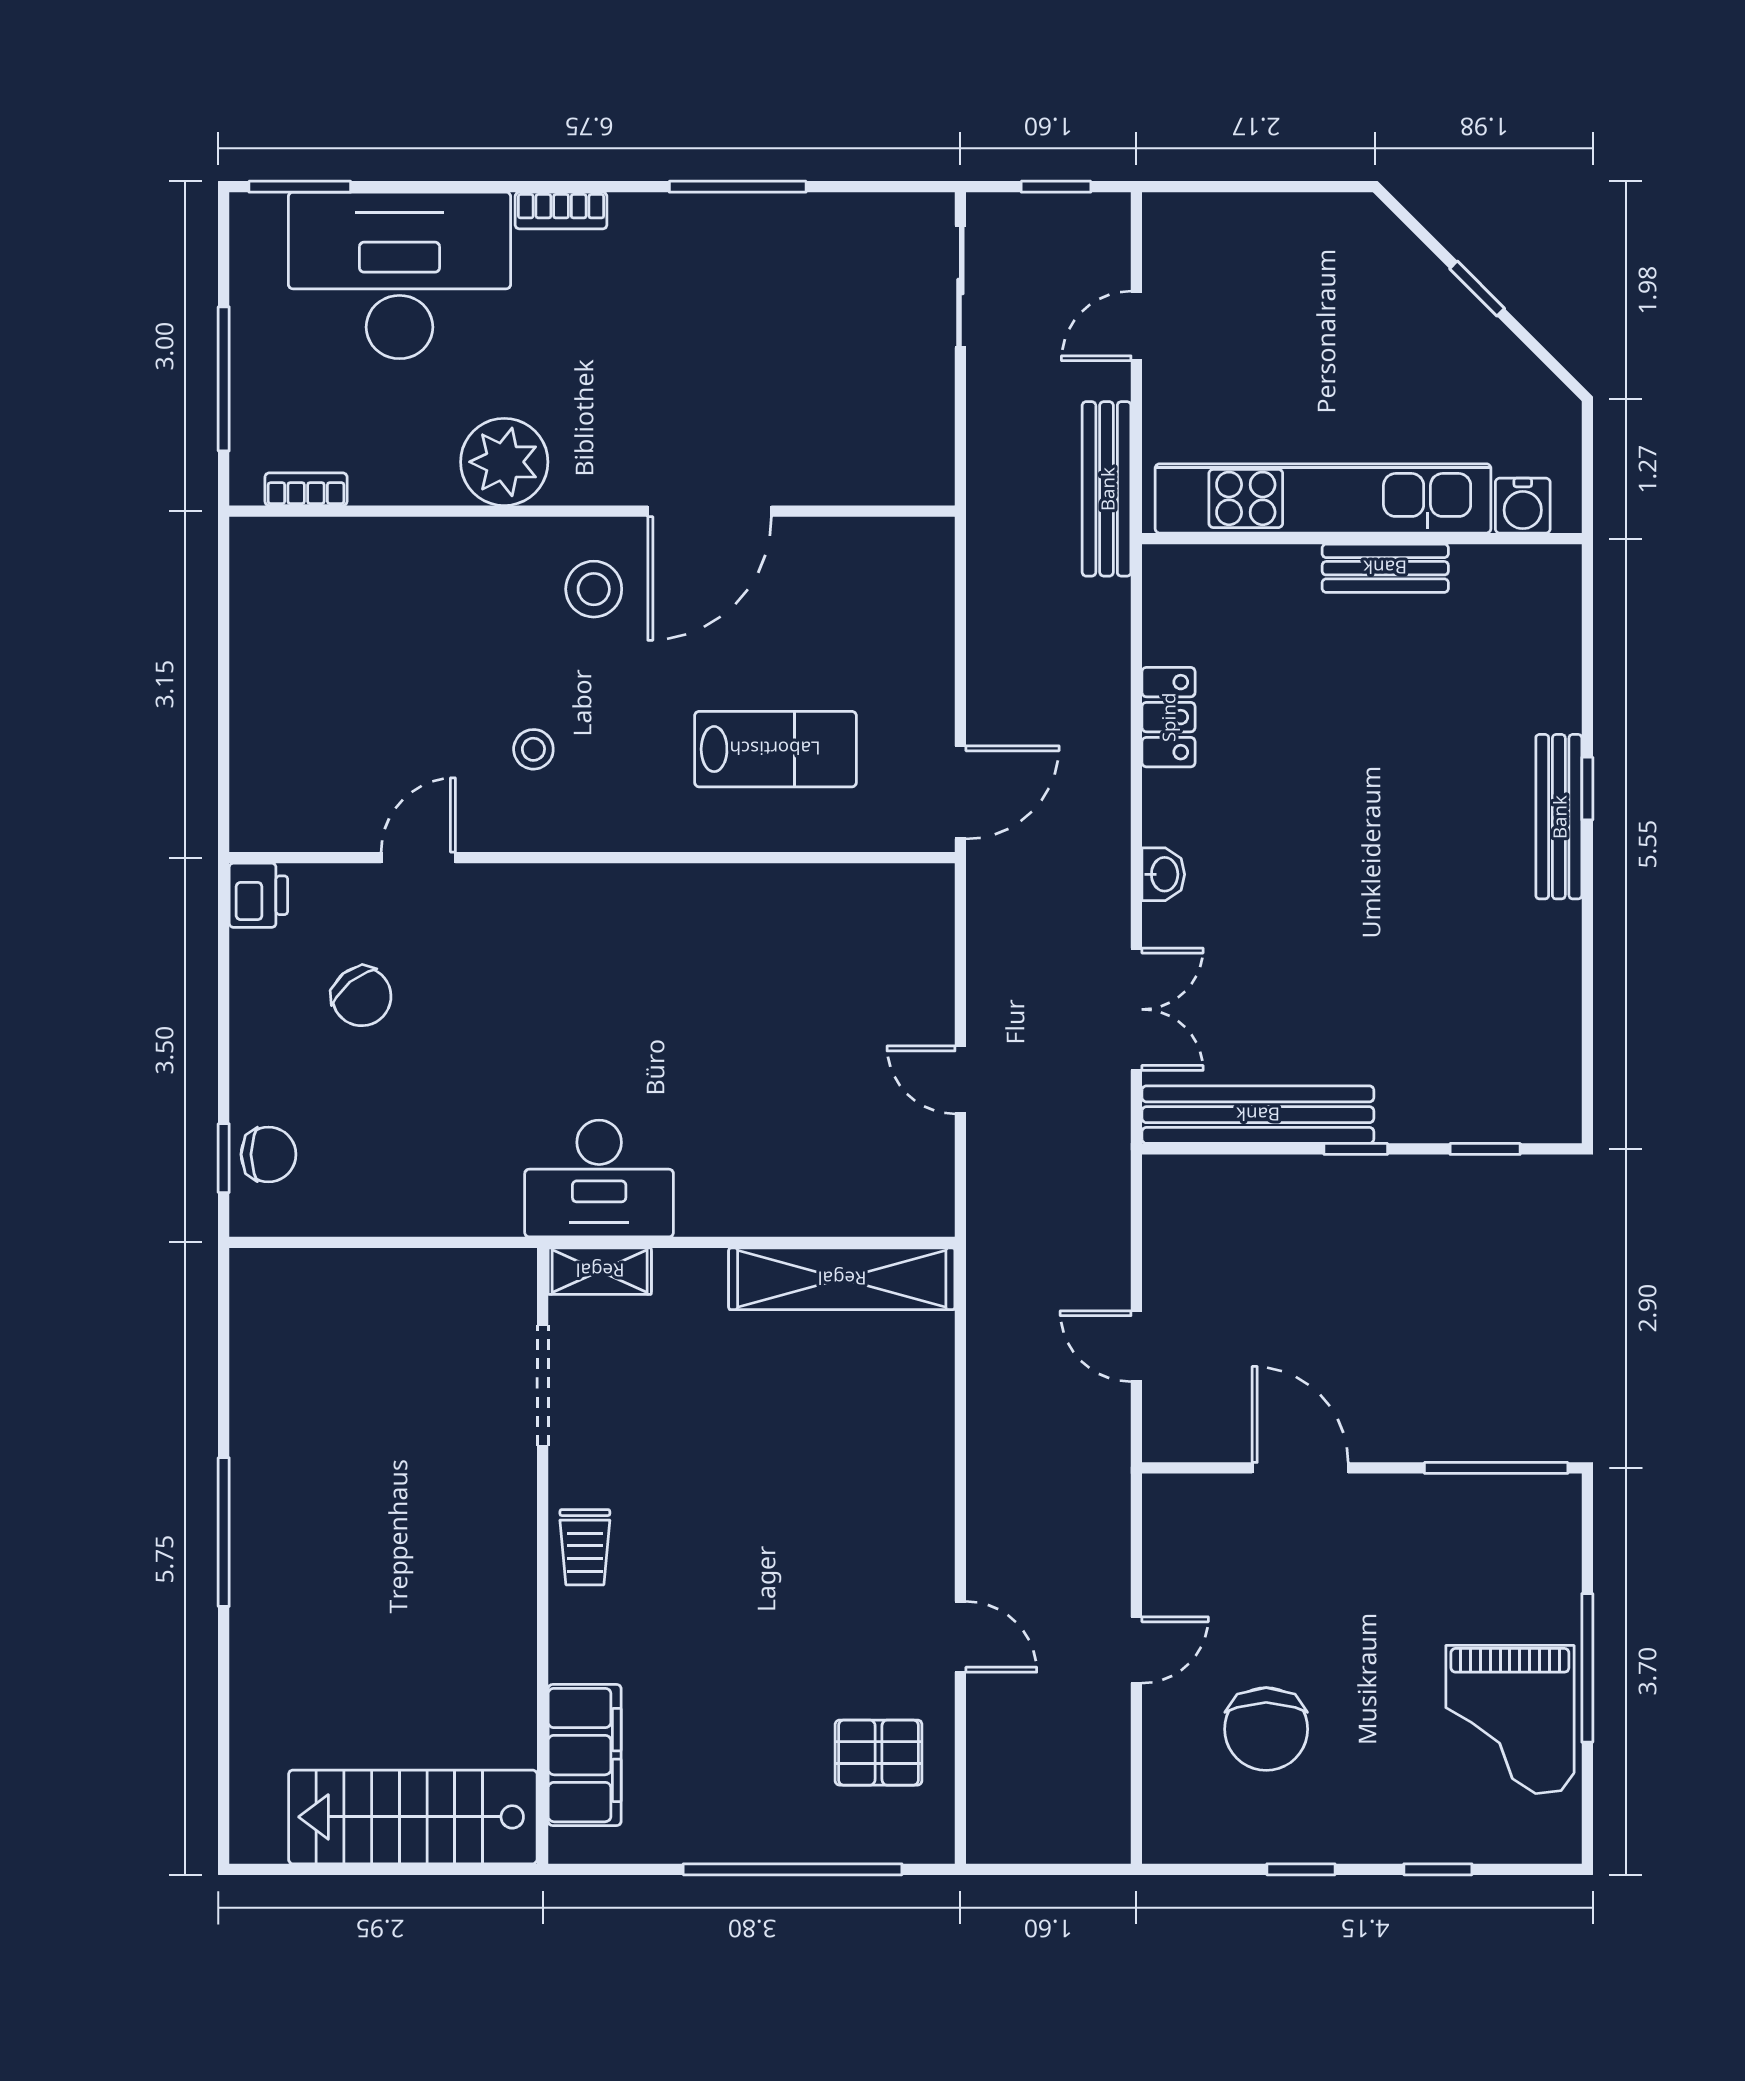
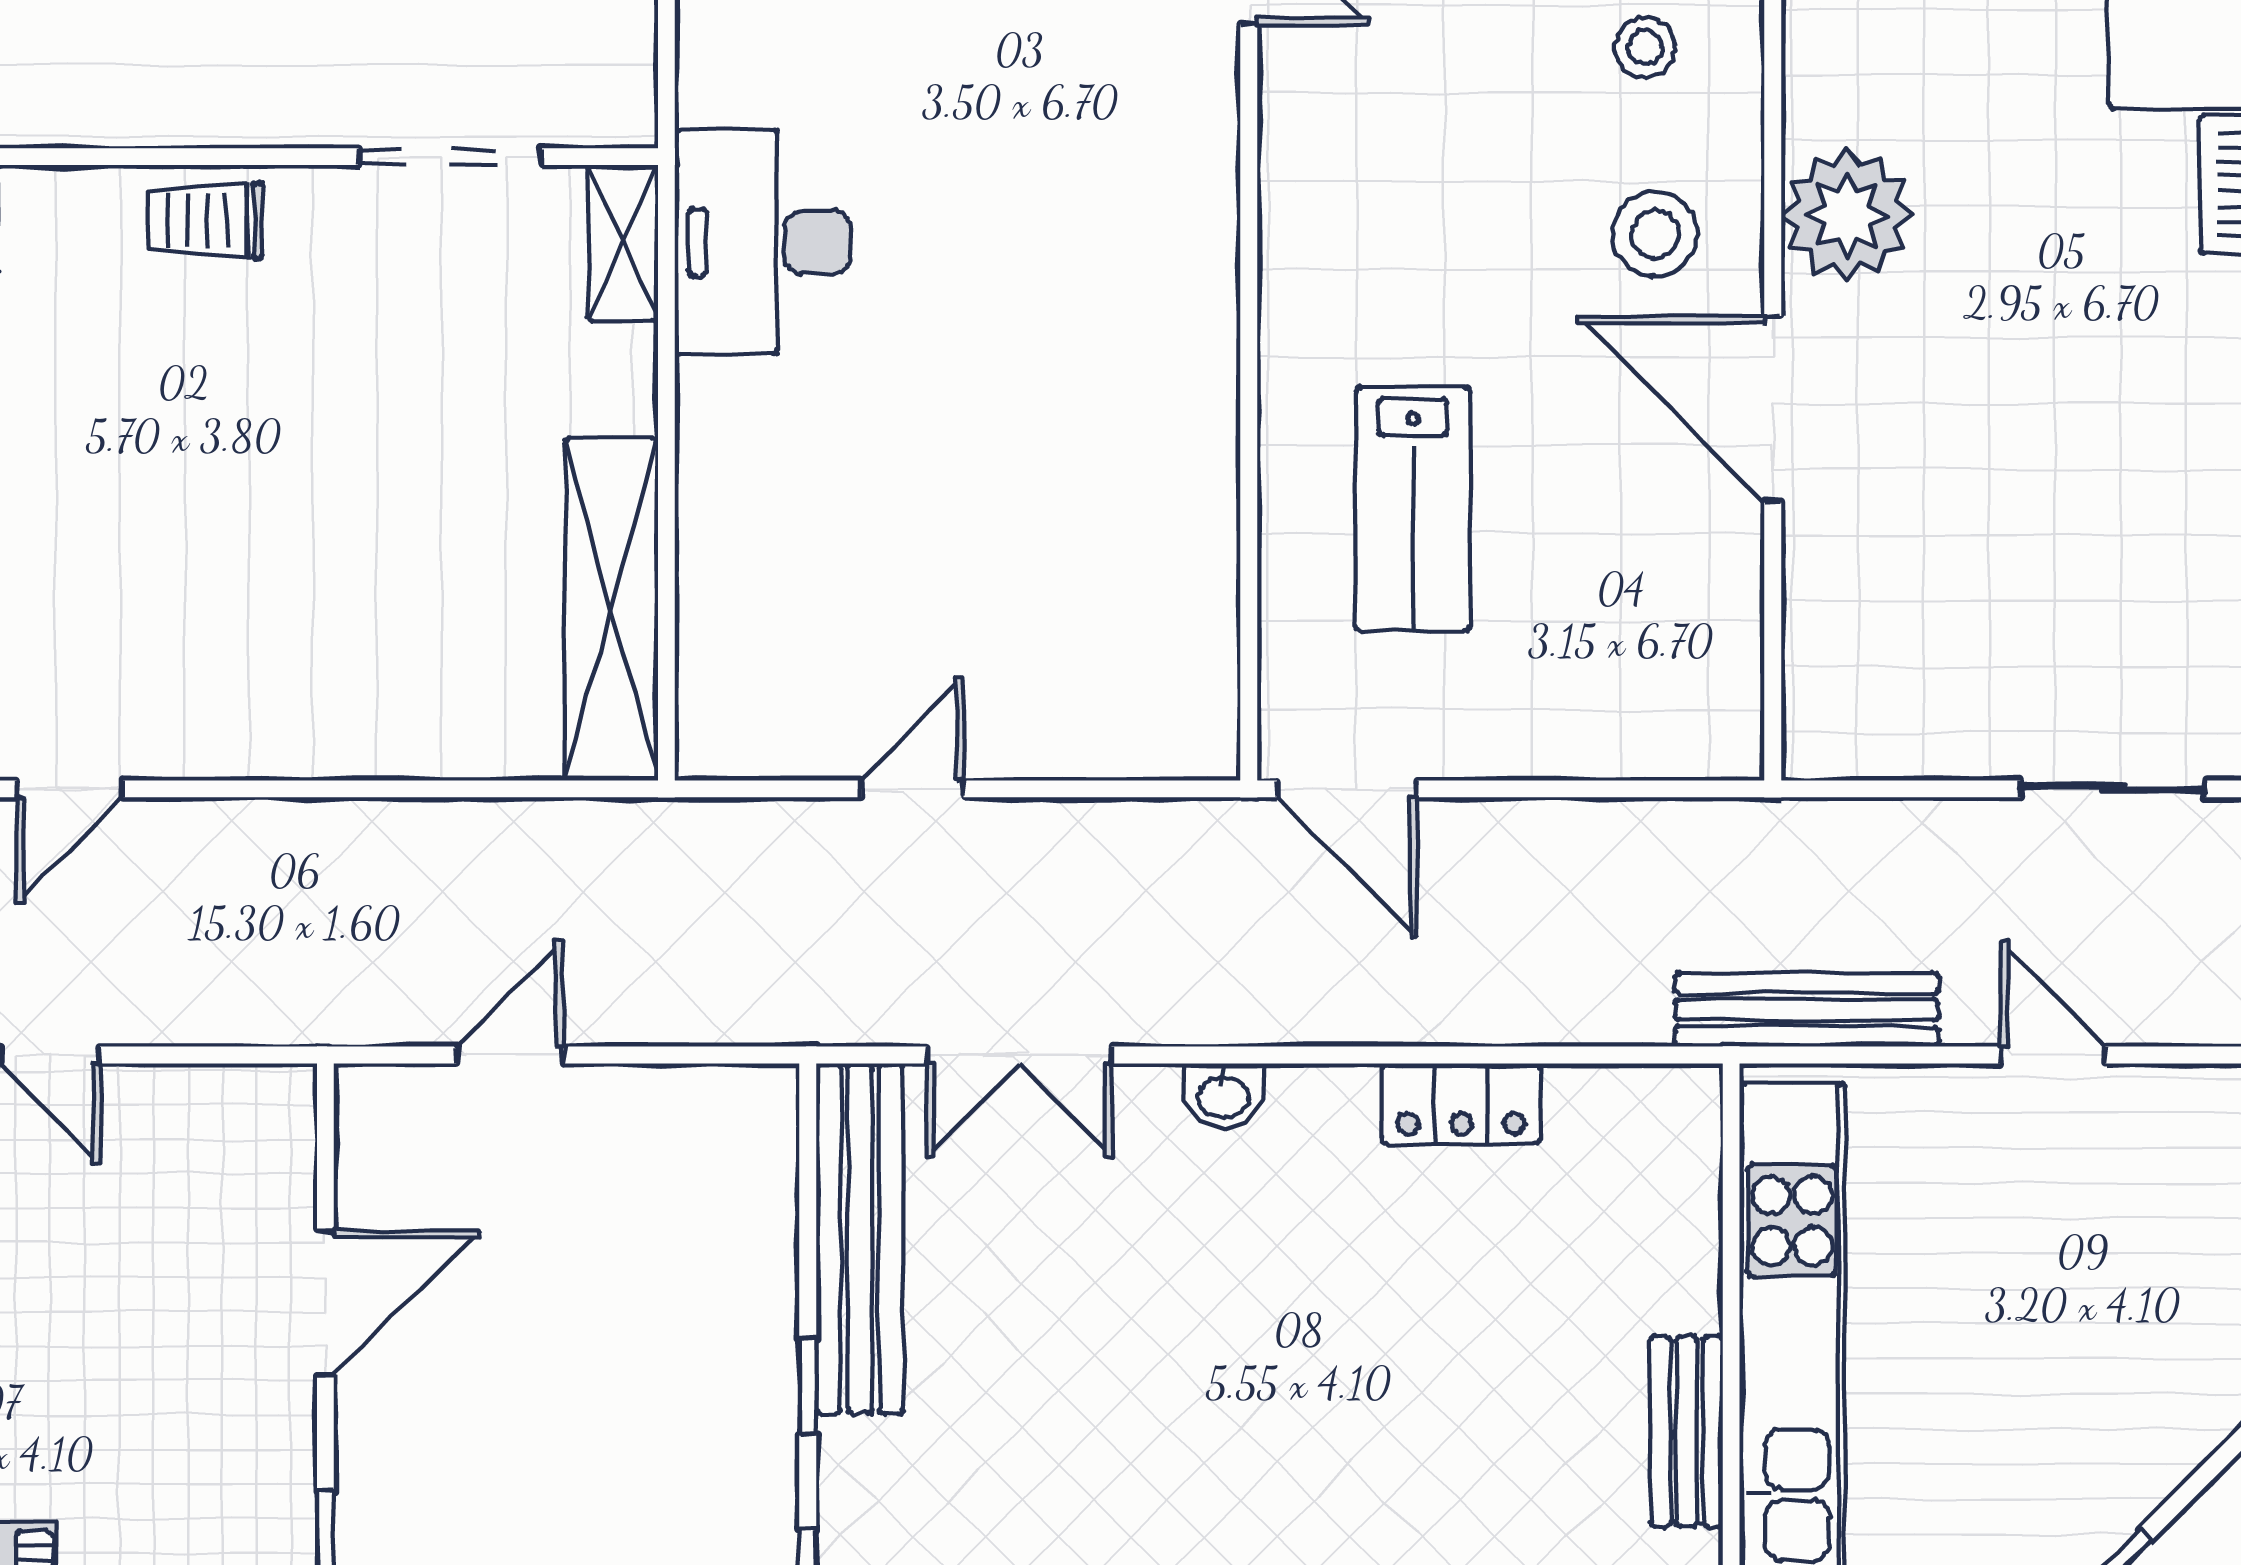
plant: (504, 462) -> (1847, 215), moved
stool: (533, 749) -> (1645, 48), moved

